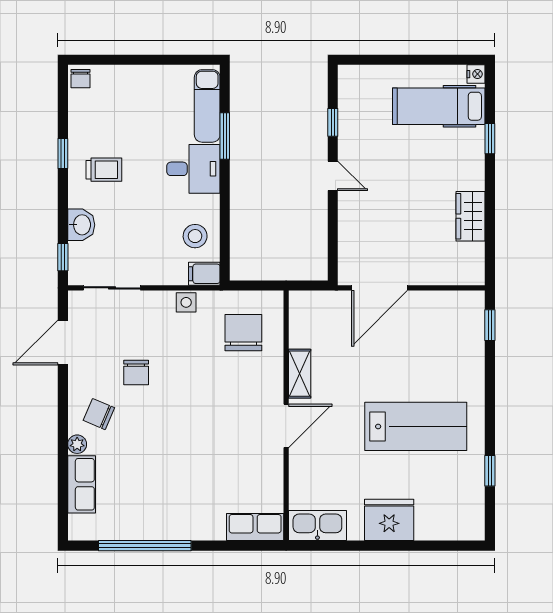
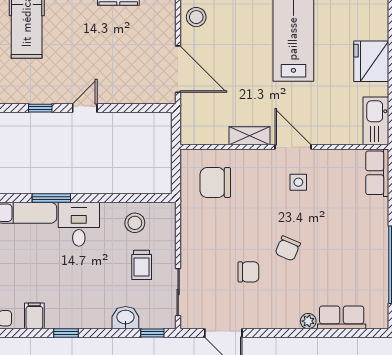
trolley: (104, 170) -> (142, 265), moved, turned 180
filing cabinet: (204, 274) -> (34, 316), moved, turned 180
side table: (186, 302) -> (298, 182), moved
stool: (442, 310) -> (196, 17), added
chair: (99, 414) -> (288, 248), moved

